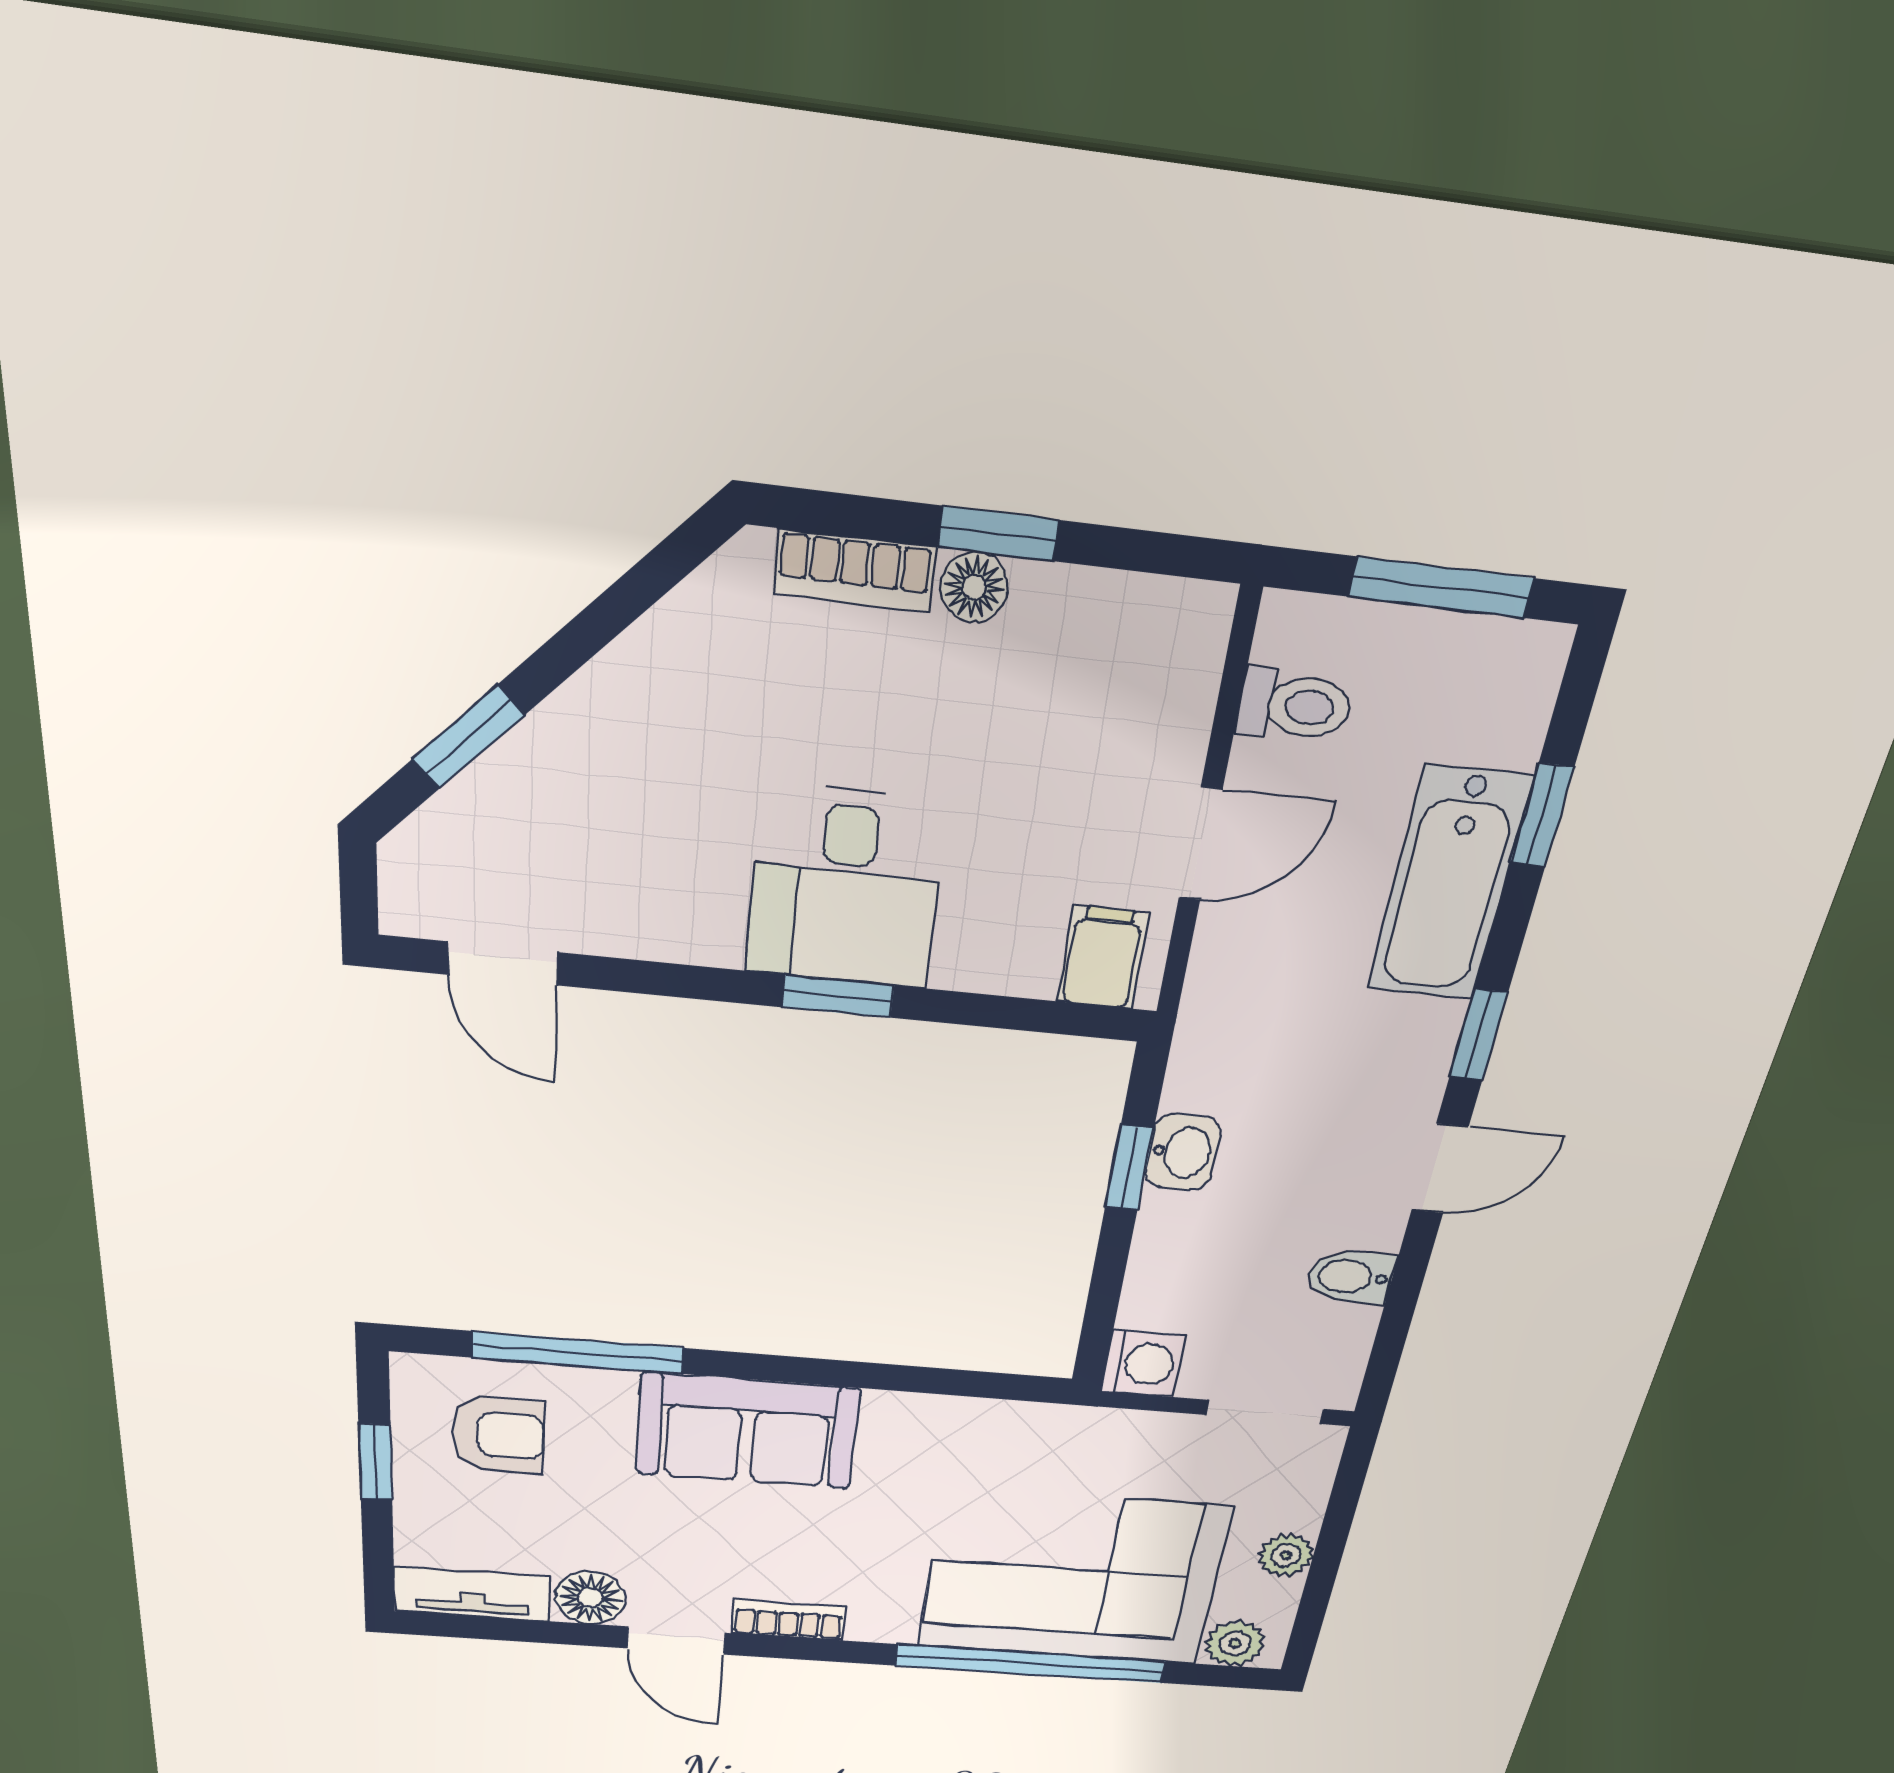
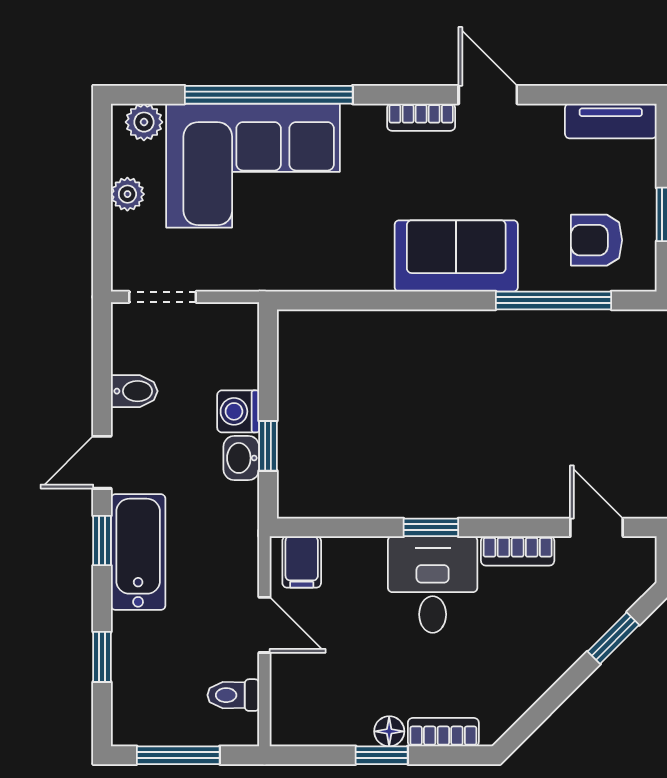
door: (1200, 844) -> (264, 625), swing flipped
bathtub: (1449, 885) -> (138, 552), moved
bookcase: (666, 935) -> (518, 551), added
washing machine: (1143, 1364) -> (238, 411), moved
floor lamp: (590, 1598) -> (541, 124), removed

